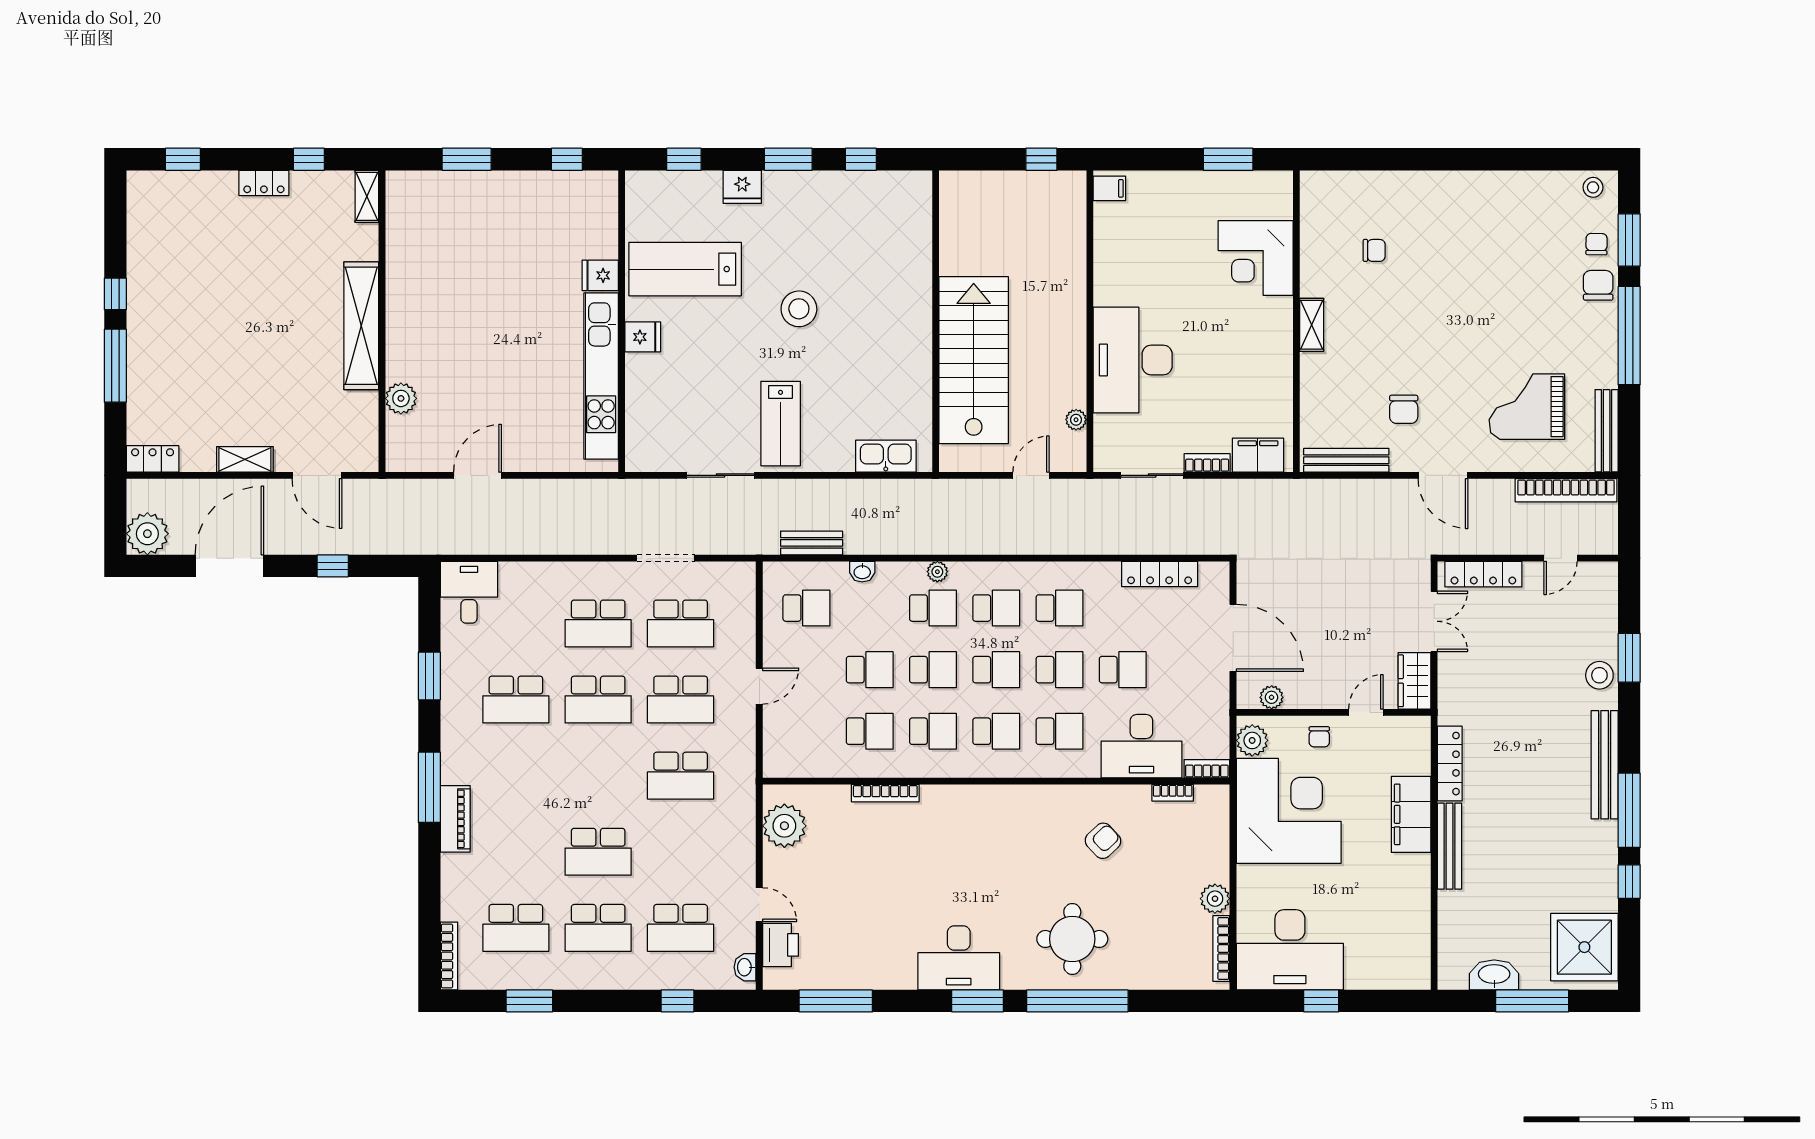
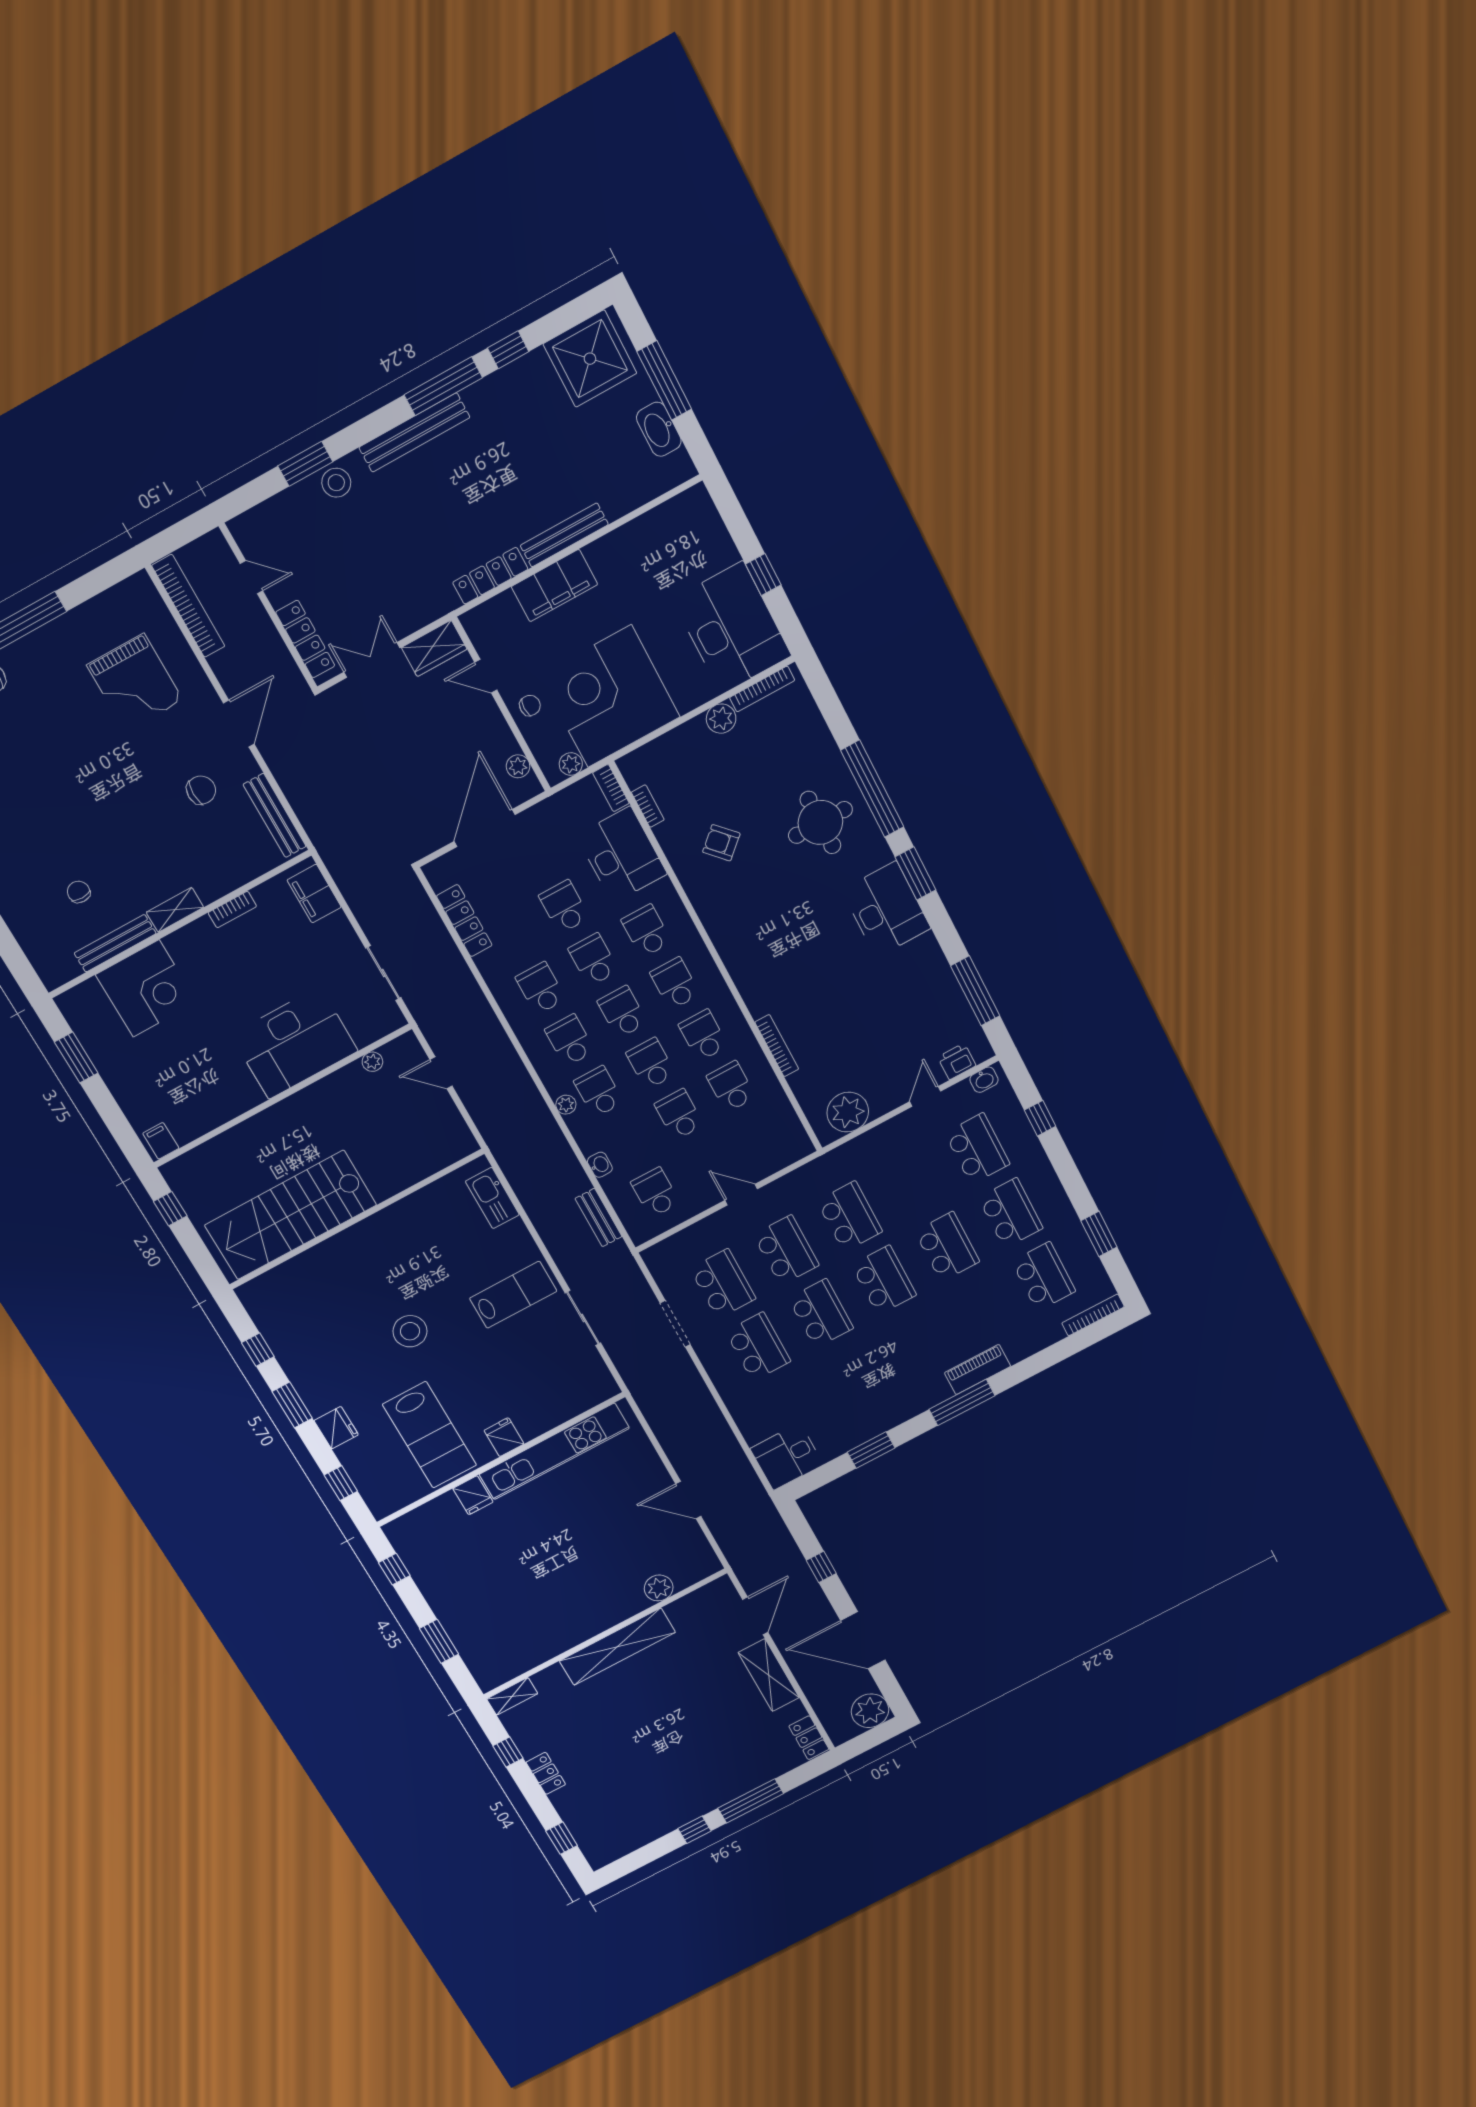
stairs: (974, 360) -> (291, 1215), moved
bench: (1607, 431) -> (115, 943), moved
shelving: (245, 459) -> (769, 1675), width x1.50, depth x1.33
bookcase: (1207, 463) -> (232, 909), moved, turned -90
school desk: (516, 700) -> (884, 1280), moved
plant: (1252, 740) -> (571, 764), width x0.73, depth x0.73
printer: (781, 945) -> (957, 1061), width x0.73, depth x0.81

